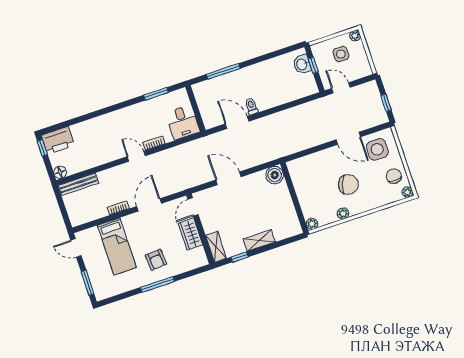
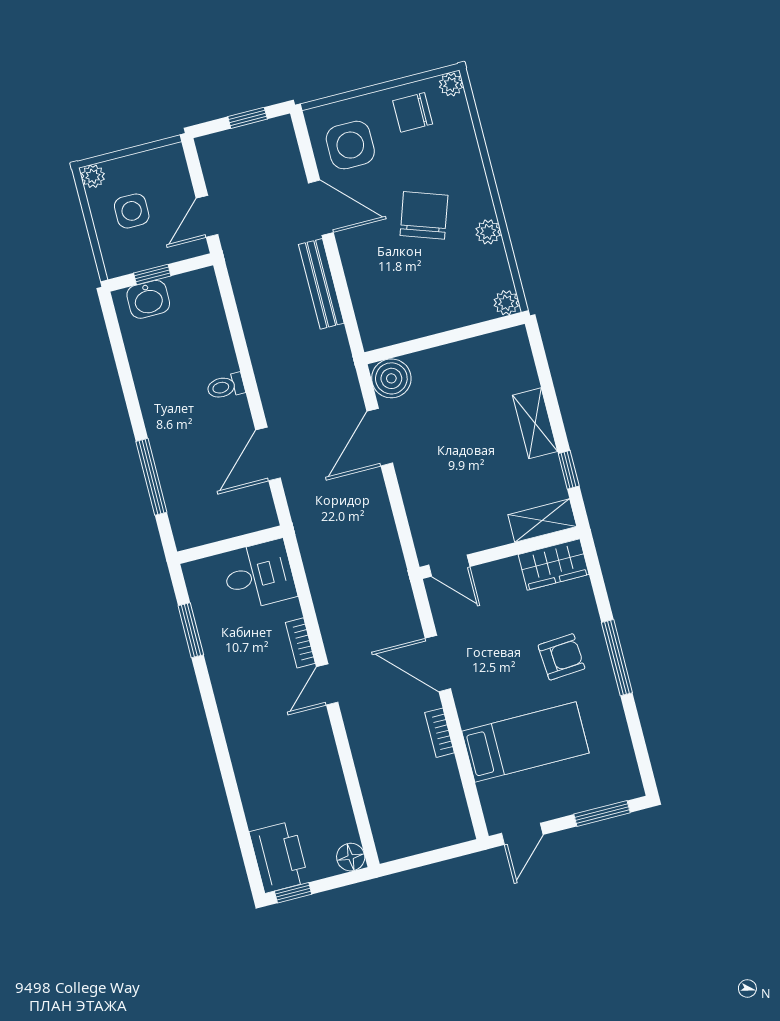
toilet: (251, 106) -> (226, 386), moved
door: (348, 138) -> (321, 208), hinge flipped
door: (228, 178) -> (380, 437), moved
bench: (79, 184) -> (321, 284), moved
wardrobe: (190, 234) -> (554, 564), moved

